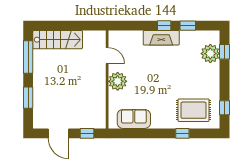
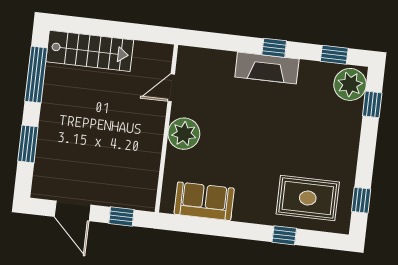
window: (188, 26) -> (334, 55), moved
plant: (210, 54) -> (350, 84), moved
door: (107, 56) -> (171, 88), swing flipped

